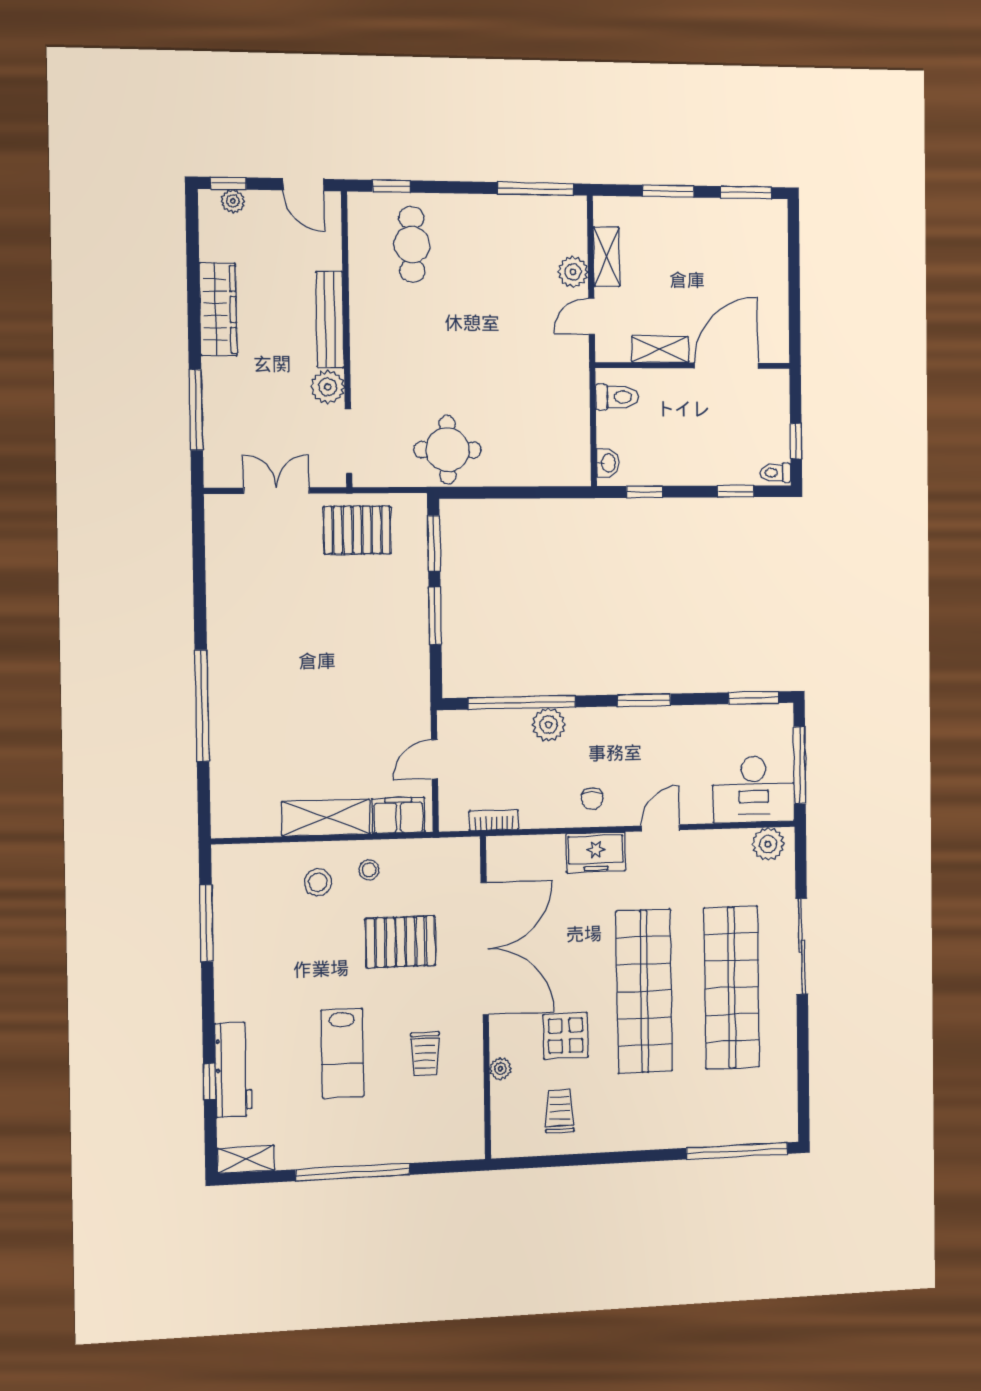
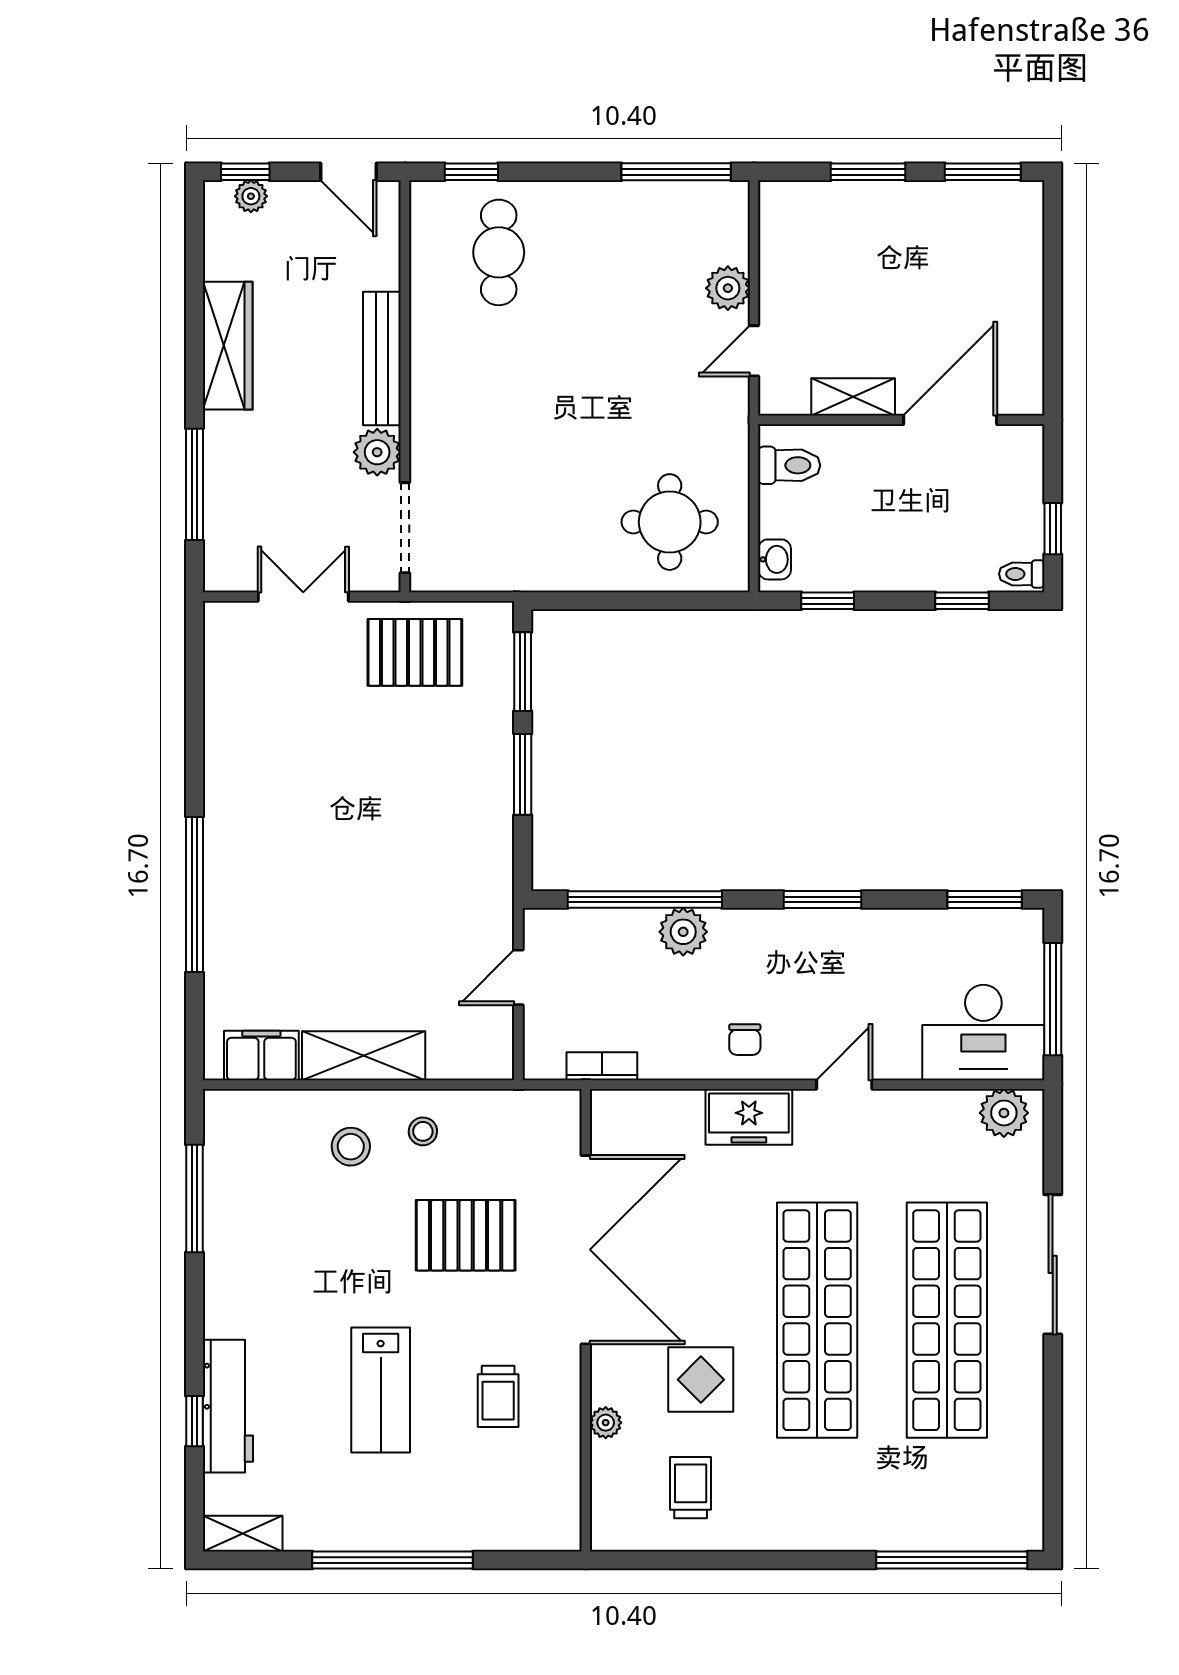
shelving: (607, 257) -> (777, 266), removed
round table: (447, 450) -> (670, 522), moved
filing cabinet: (398, 815) -> (261, 1055), moved

